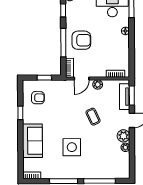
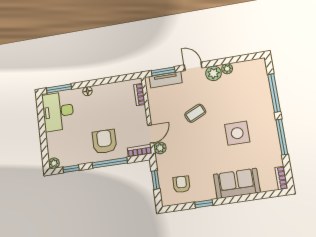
door: (82, 79) -> (151, 134), hinge flipped
plant: (98, 84) -> (160, 148), moved

